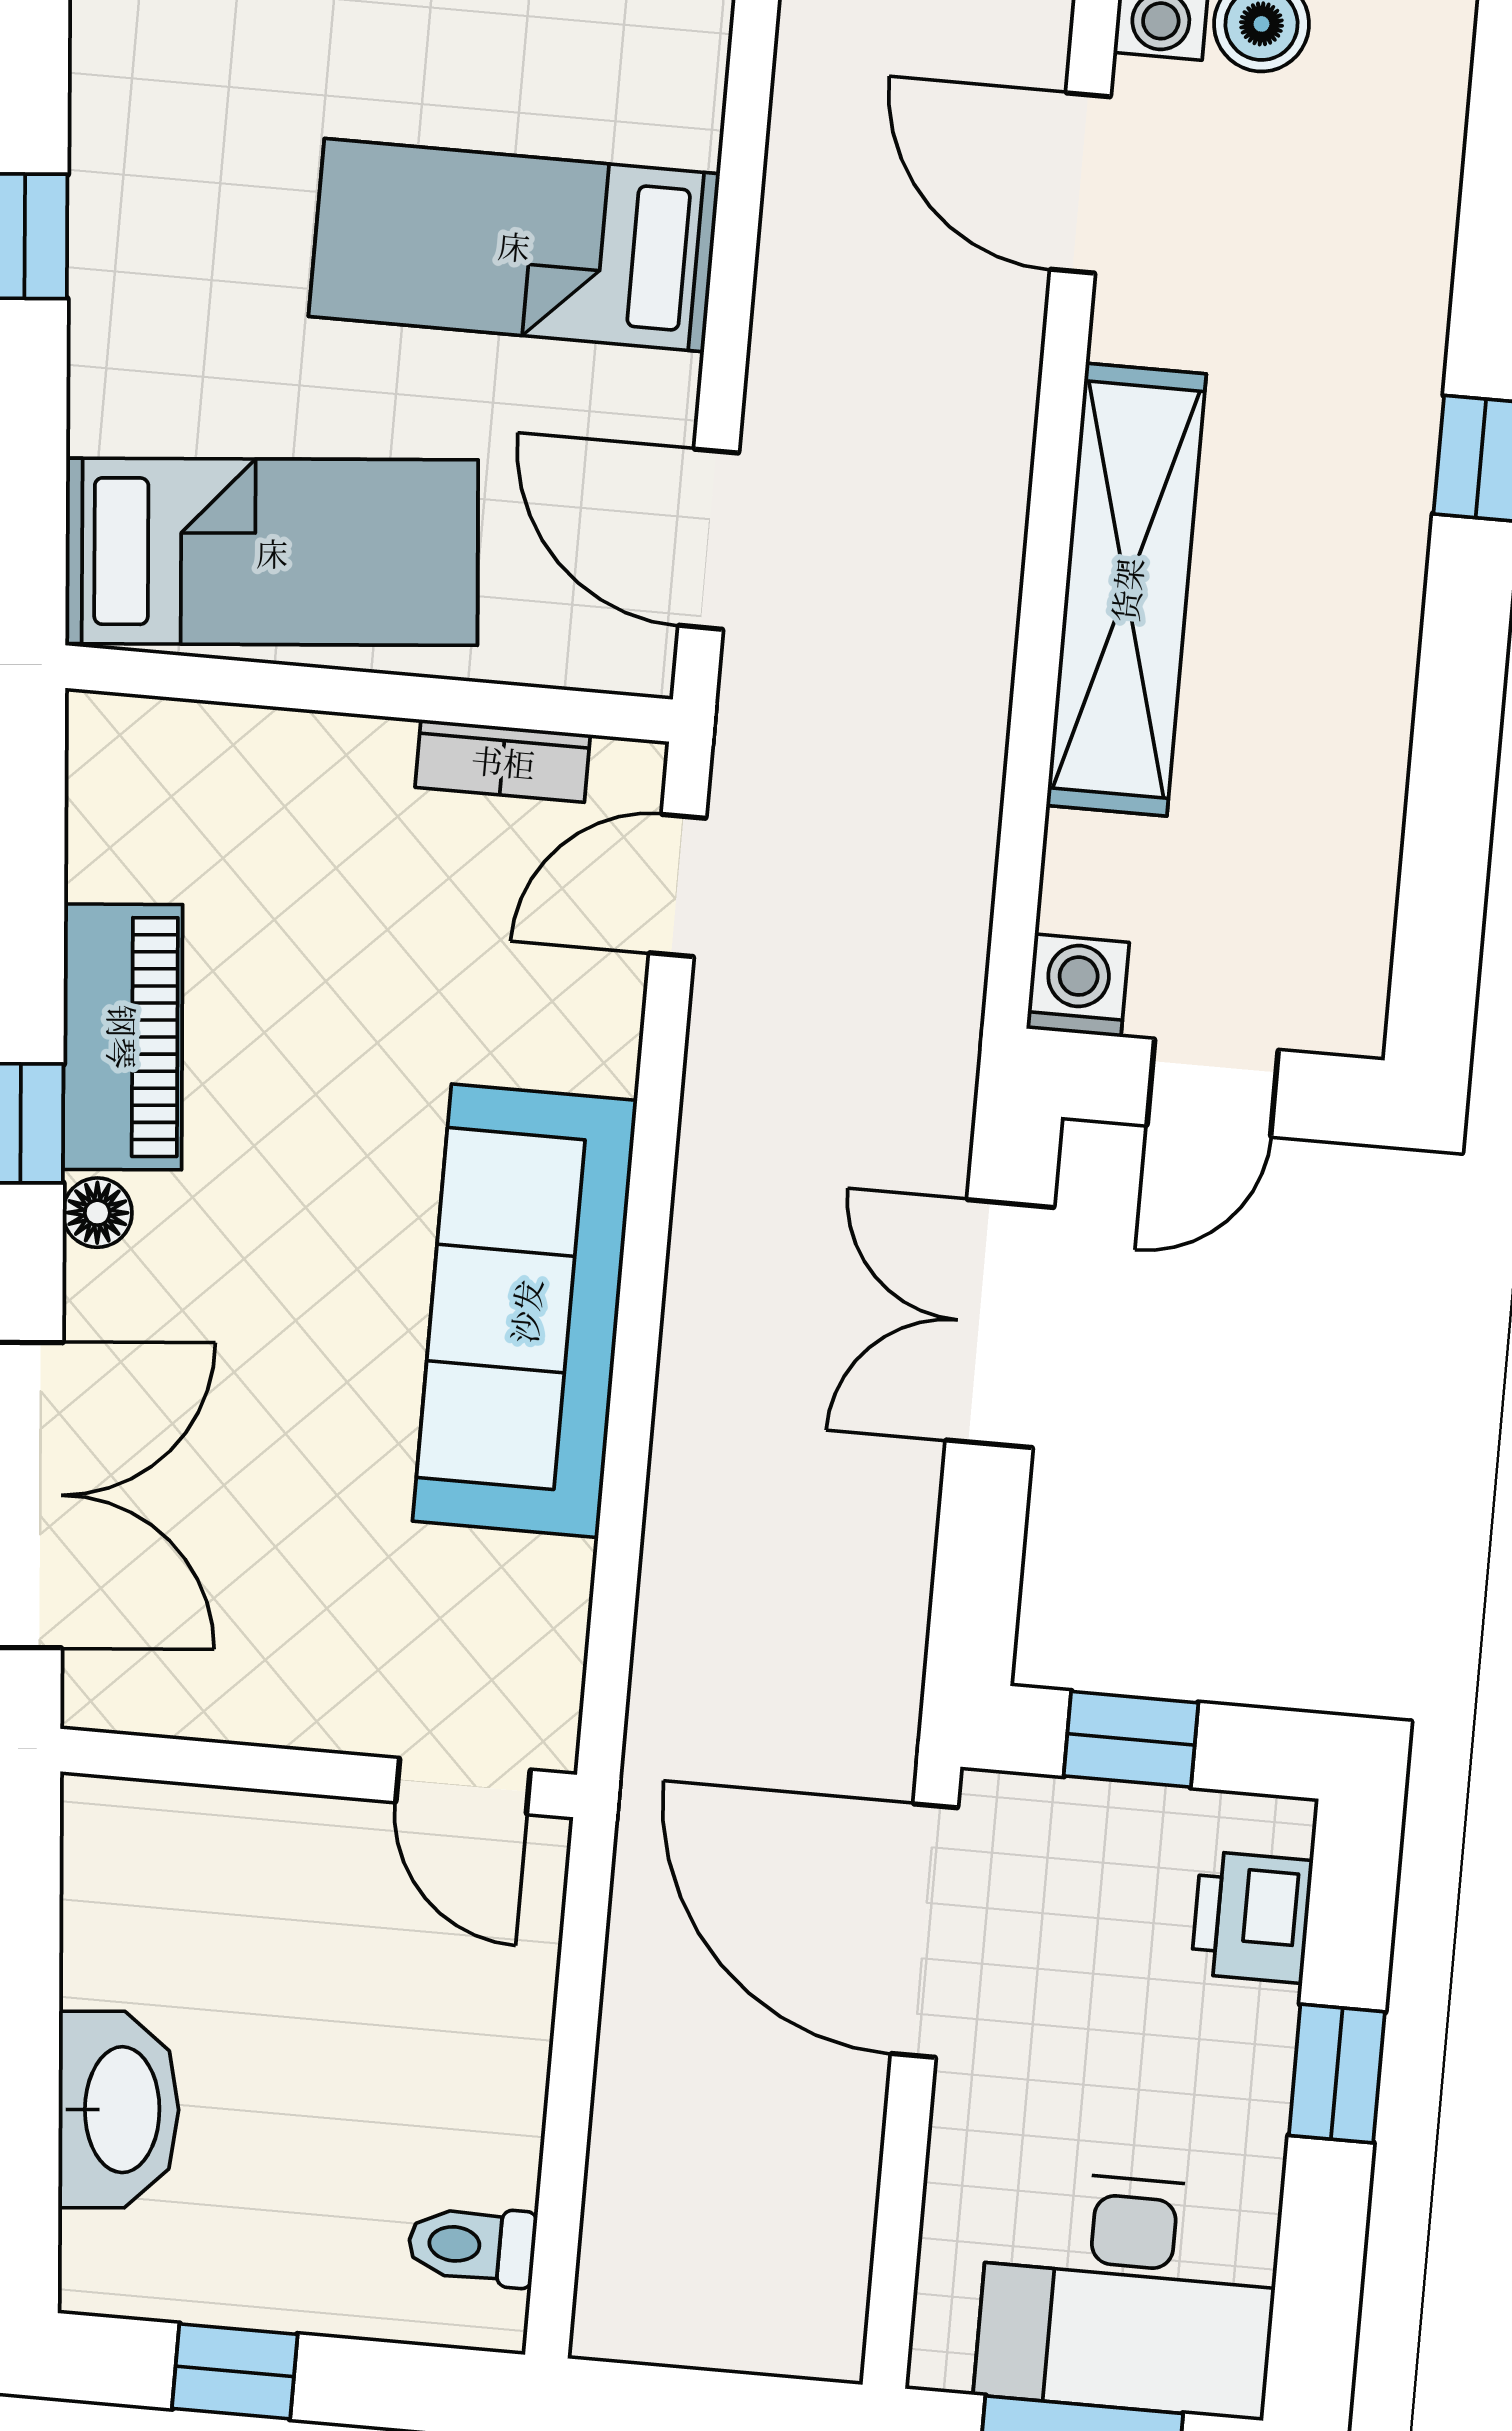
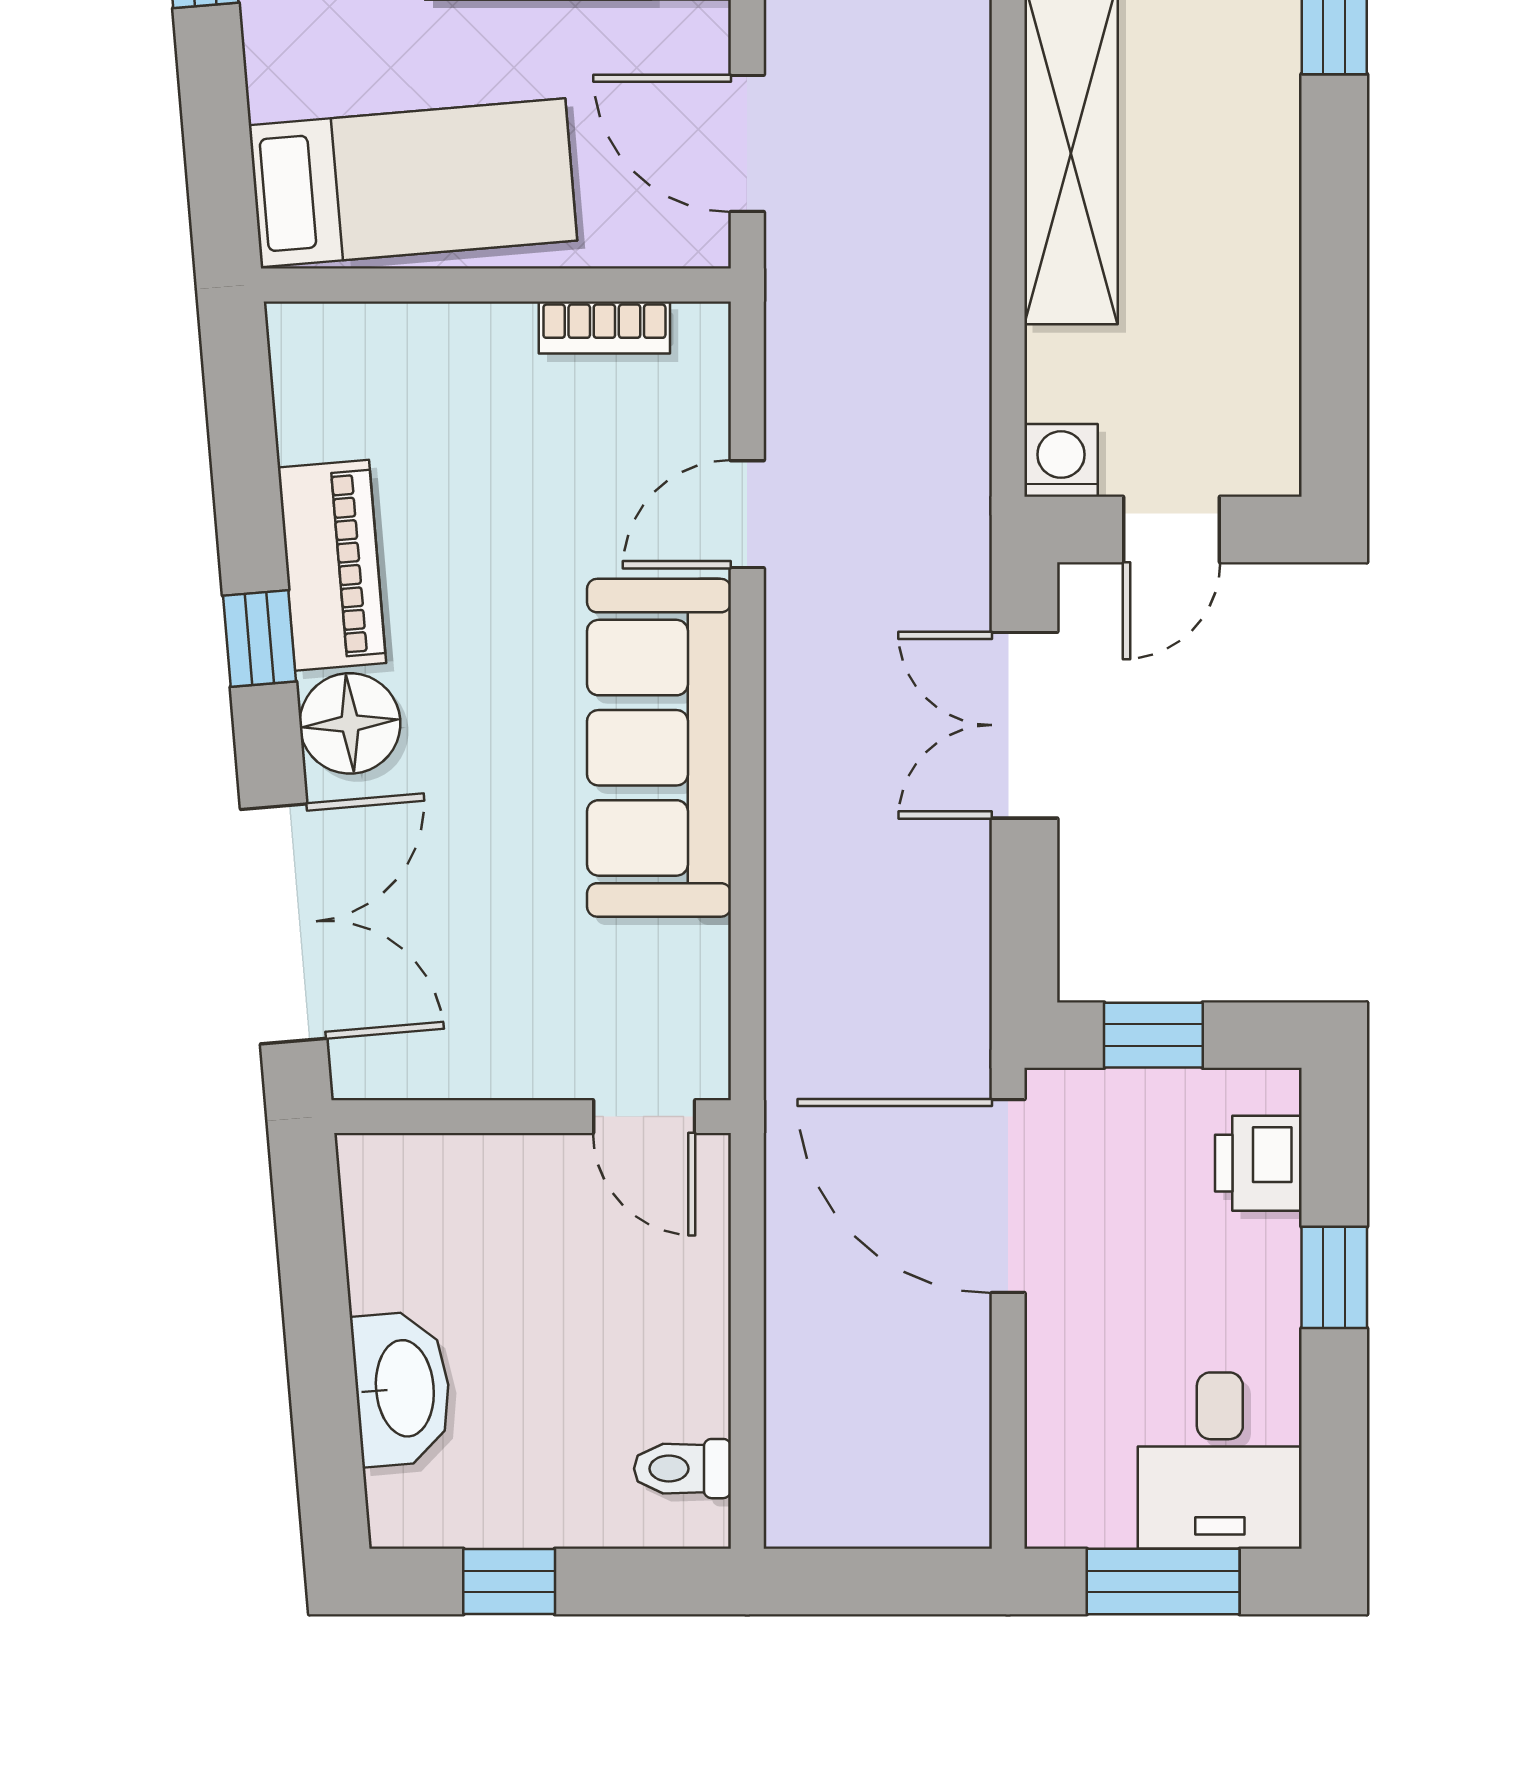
door: (678, 886) -> (747, 514), moved
floor lamp: (97, 1213) -> (350, 723), width x1.89, depth x1.89
desk: (1128, 2294) -> (1220, 1461), width x0.73

